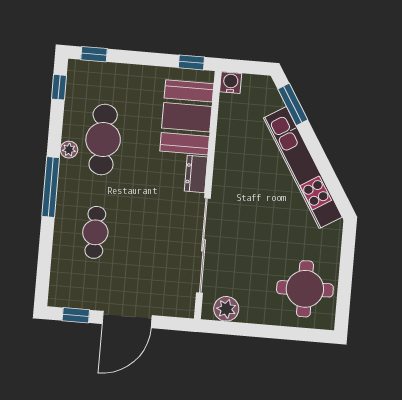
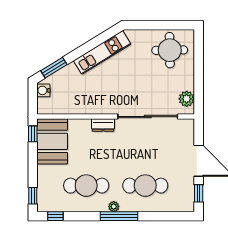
water cooler: (231, 83) -> (43, 90), moved
booth: (187, 117) -> (52, 141), moved, turned 90
plant: (69, 150) -> (114, 207), moved
kitchen unit: (303, 167) -> (102, 52), width x0.73
cafe table: (95, 232) -> (145, 186), width x1.37, depth x1.35

